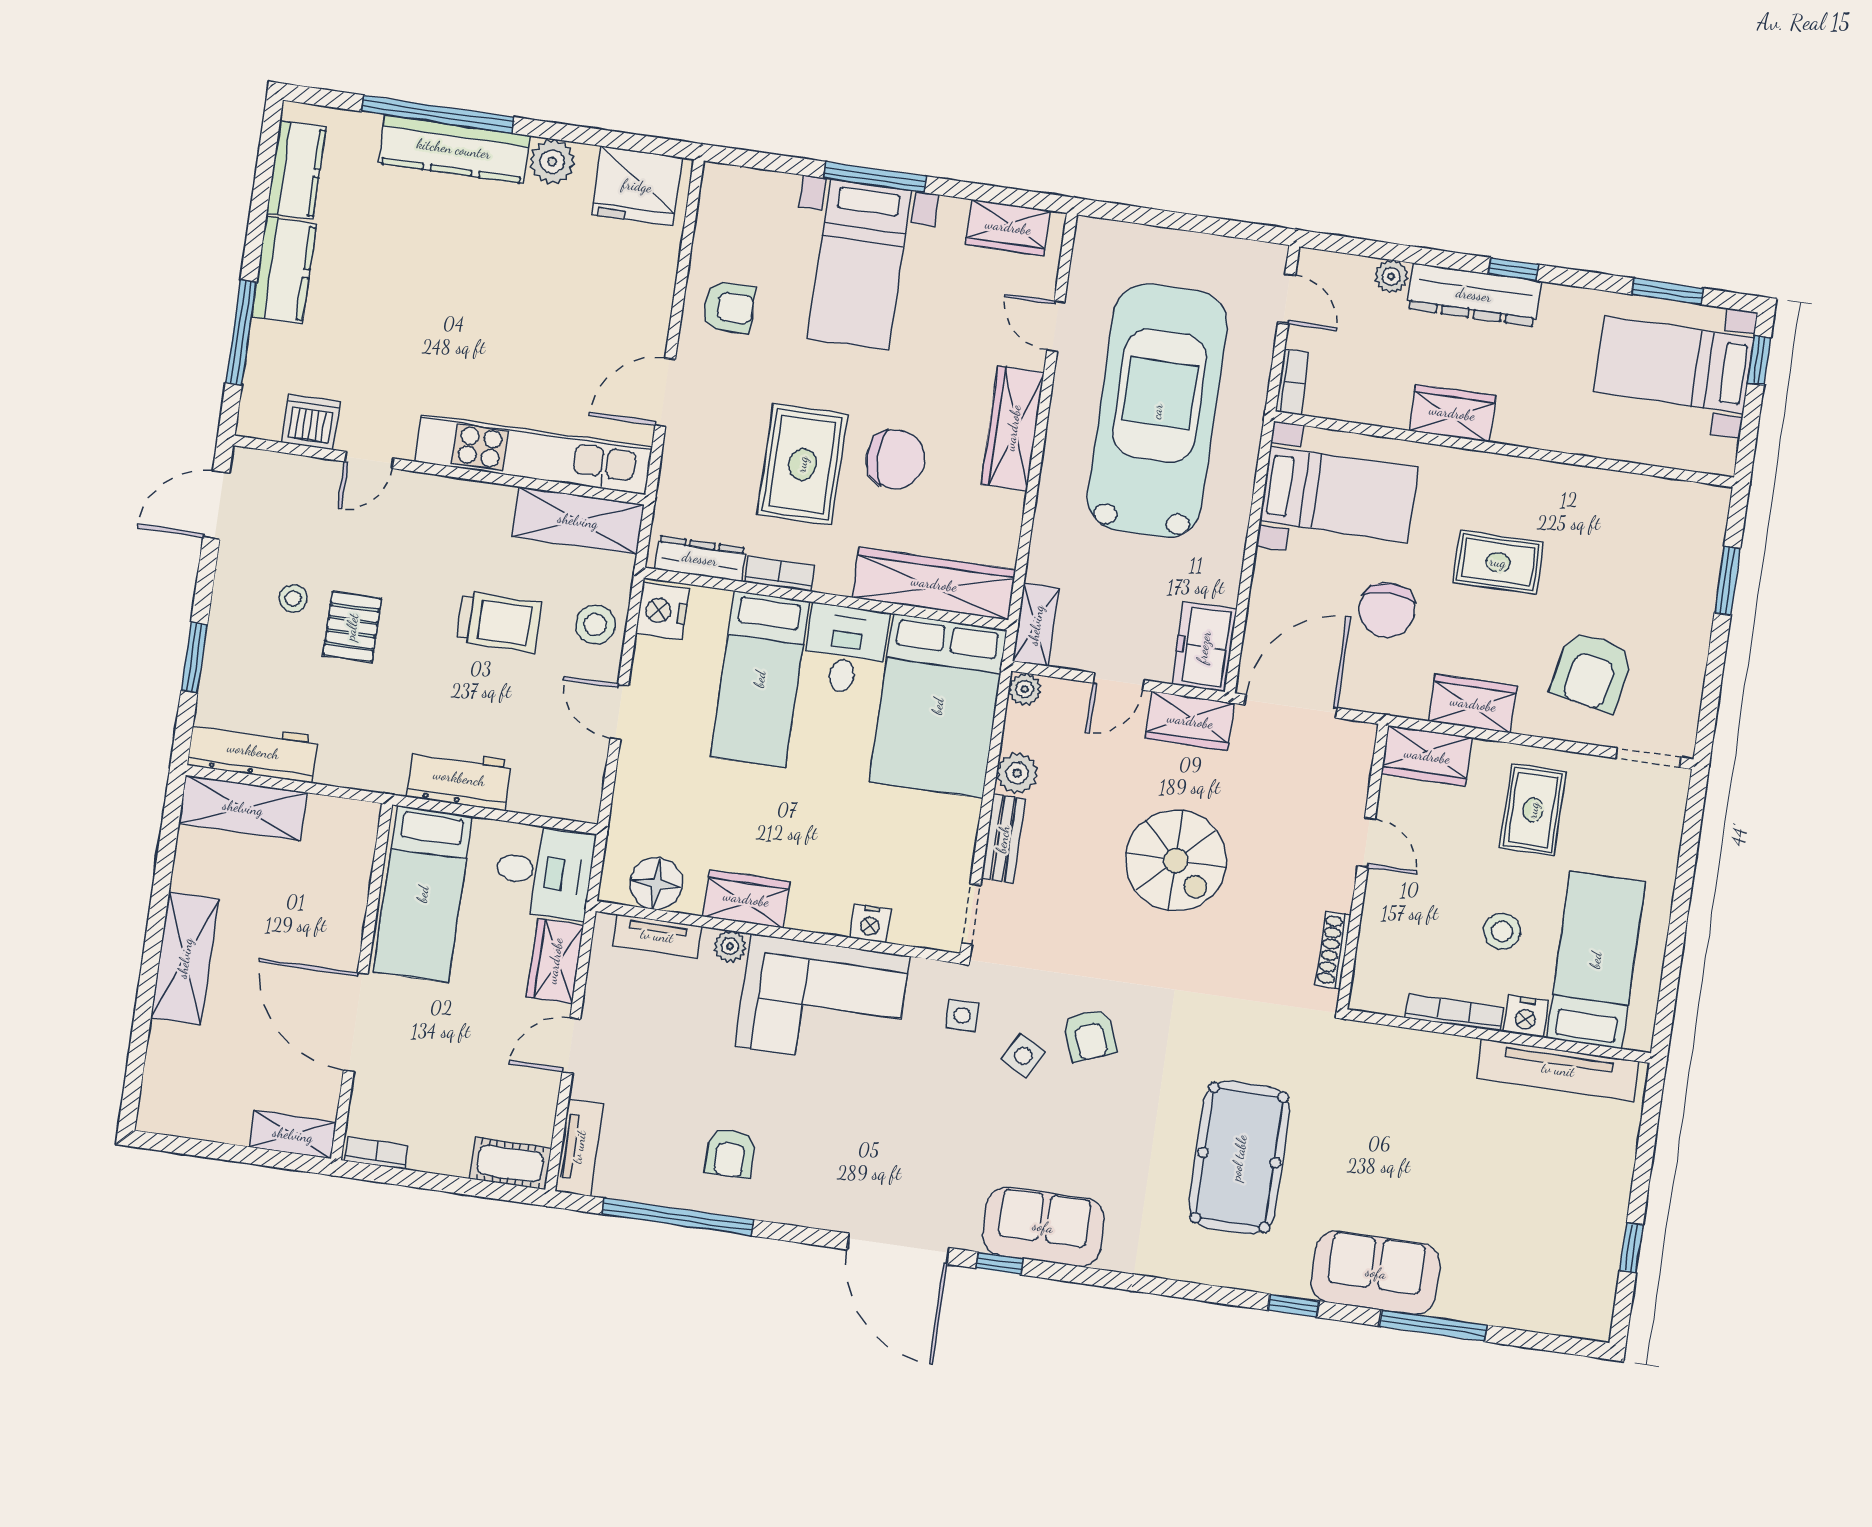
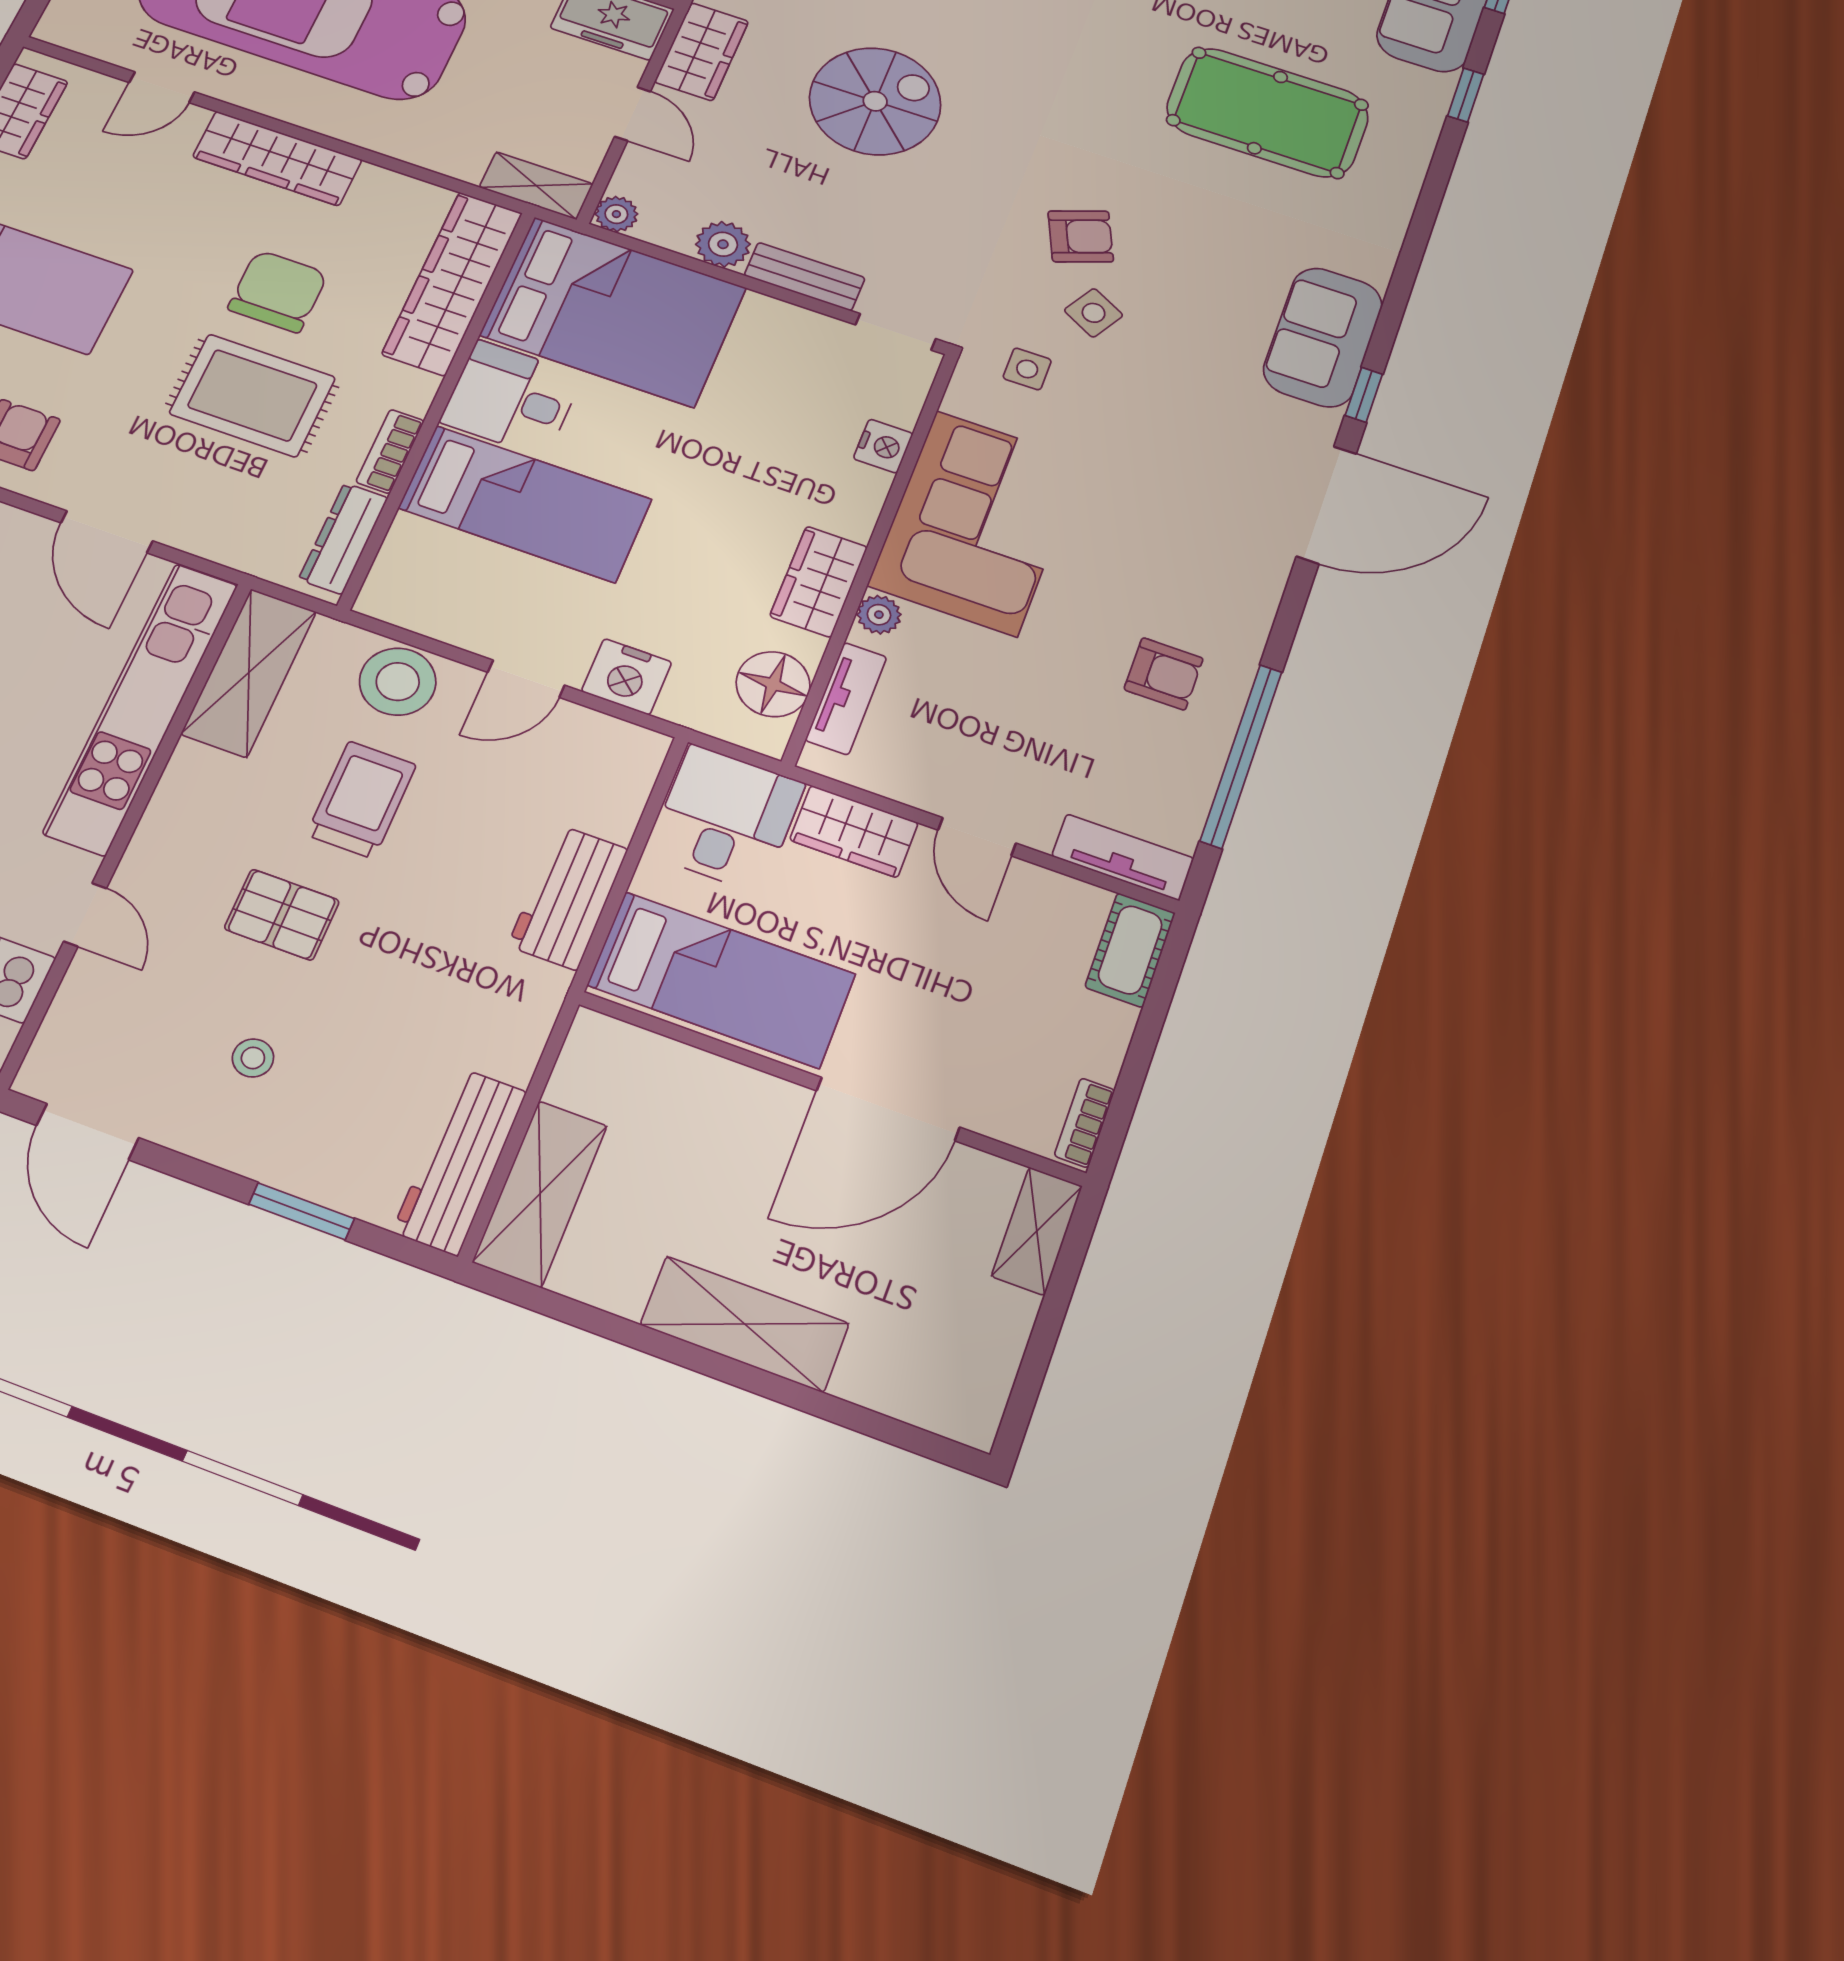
nightstand: (662, 611) -> (627, 677), moved
stool: (596, 624) -> (398, 682), width x1.38, depth x1.38
pallet: (352, 627) -> (282, 915), moved

